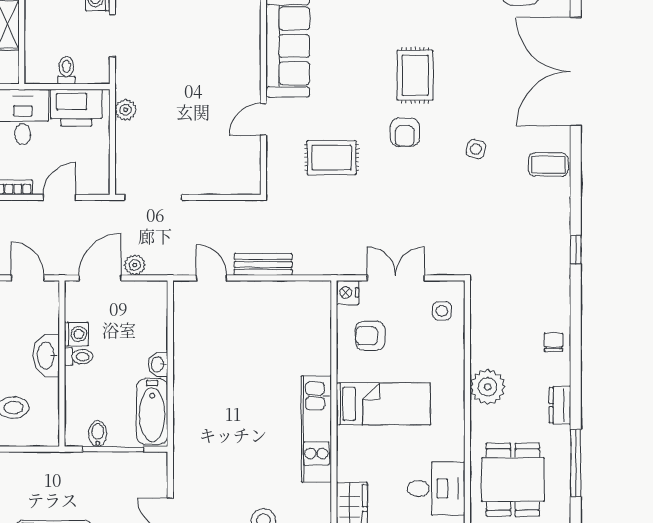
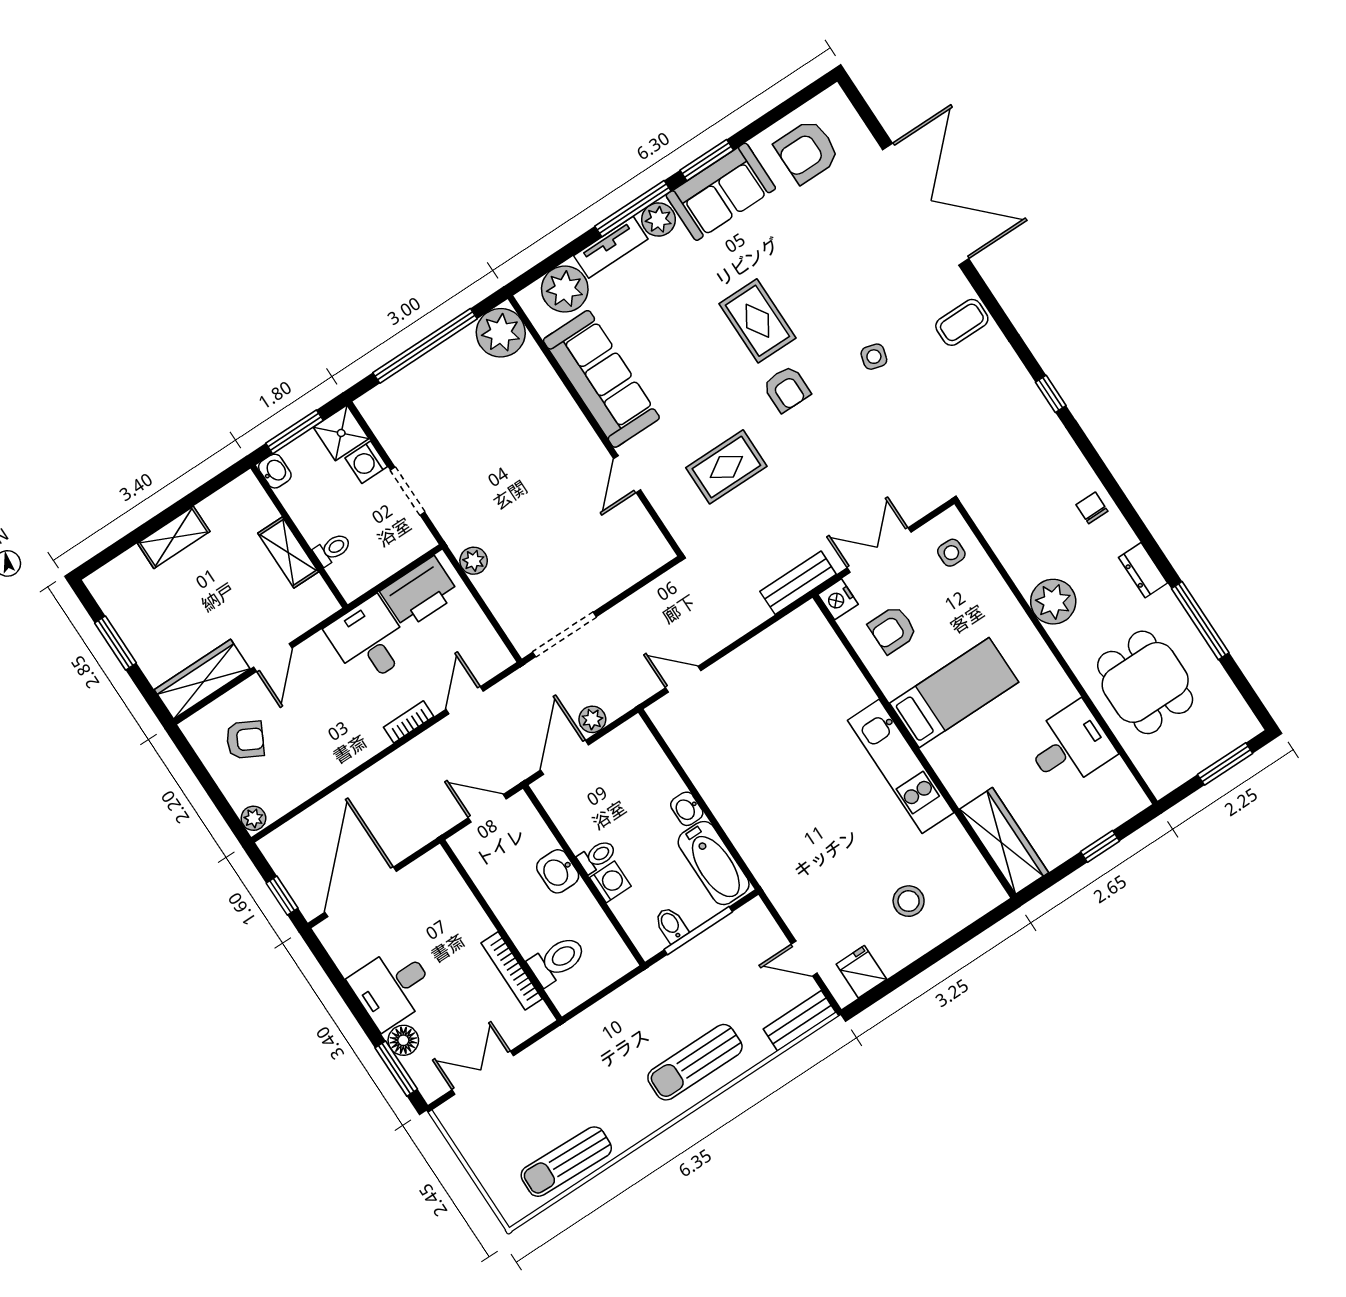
toilet: (66, 70) -> (332, 549), moved, turned 90
double door: (576, 72) -> (926, 204), swing flipped
bench: (263, 264) -> (798, 583), moved
washing machine: (76, 334) -> (610, 882), moved
washbasin: (46, 356) -> (558, 871), width x0.72

